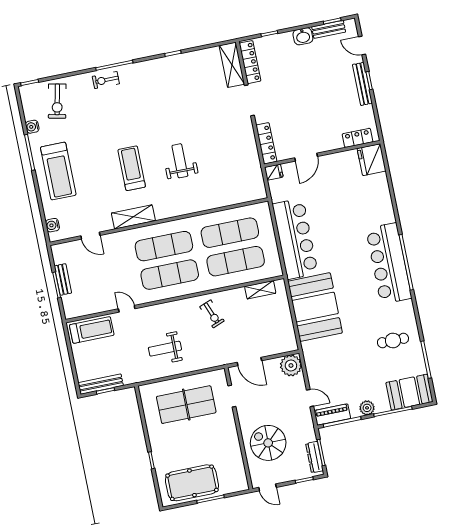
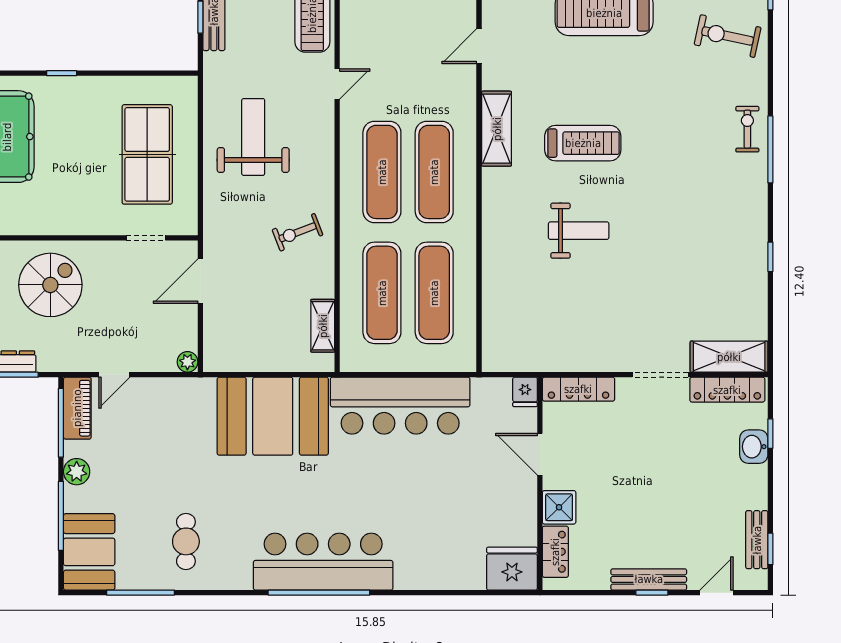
washbasin: (303, 36) -> (754, 447), moved
shower: (333, 141) -> (559, 507), added
weight bench: (165, 349) -> (253, 137), width x1.36, depth x1.33
plant: (291, 365) -> (187, 362), width x0.53, depth x0.53

